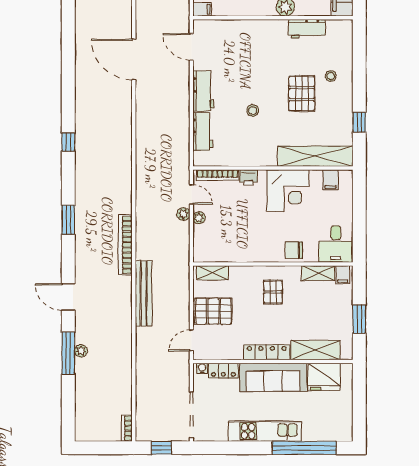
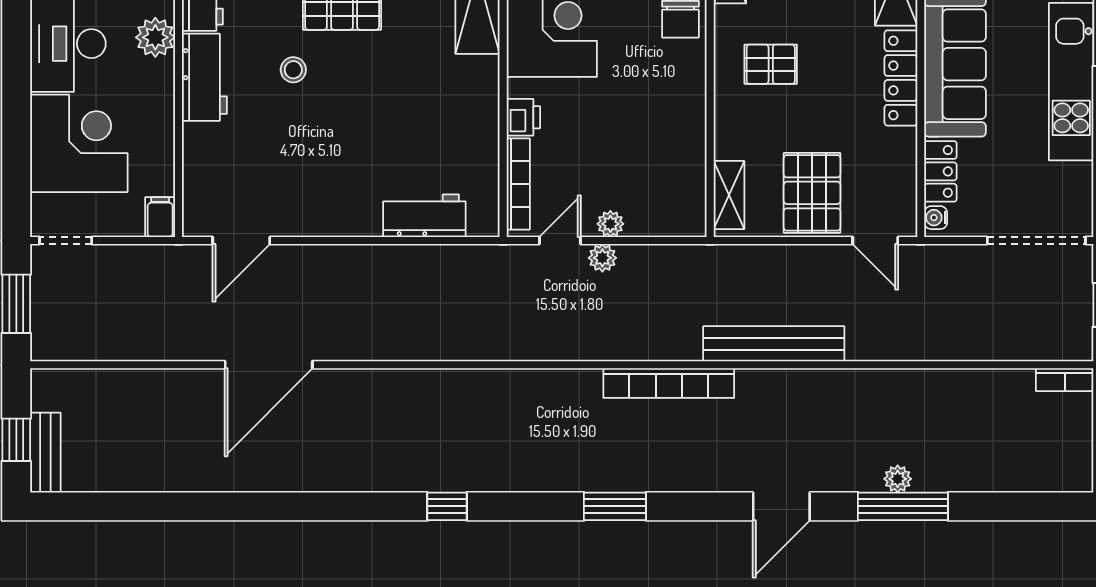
workbench: (203, 91) -> (204, 77), moved, turned 90
stool: (253, 111) -> (293, 70), moved

